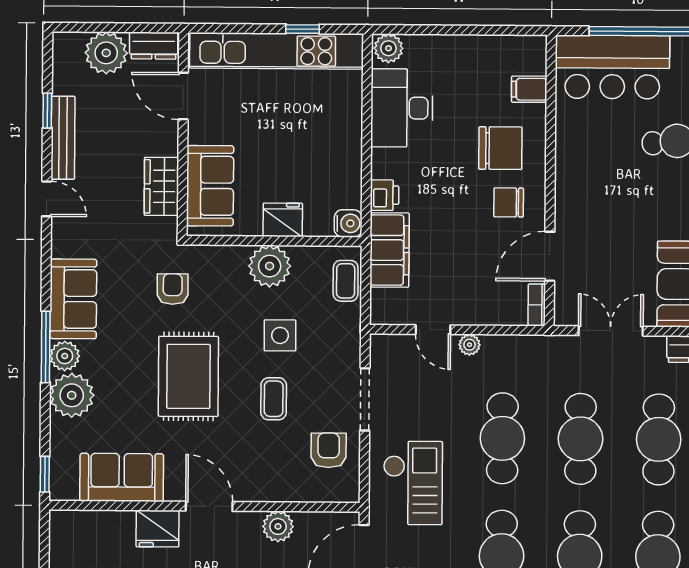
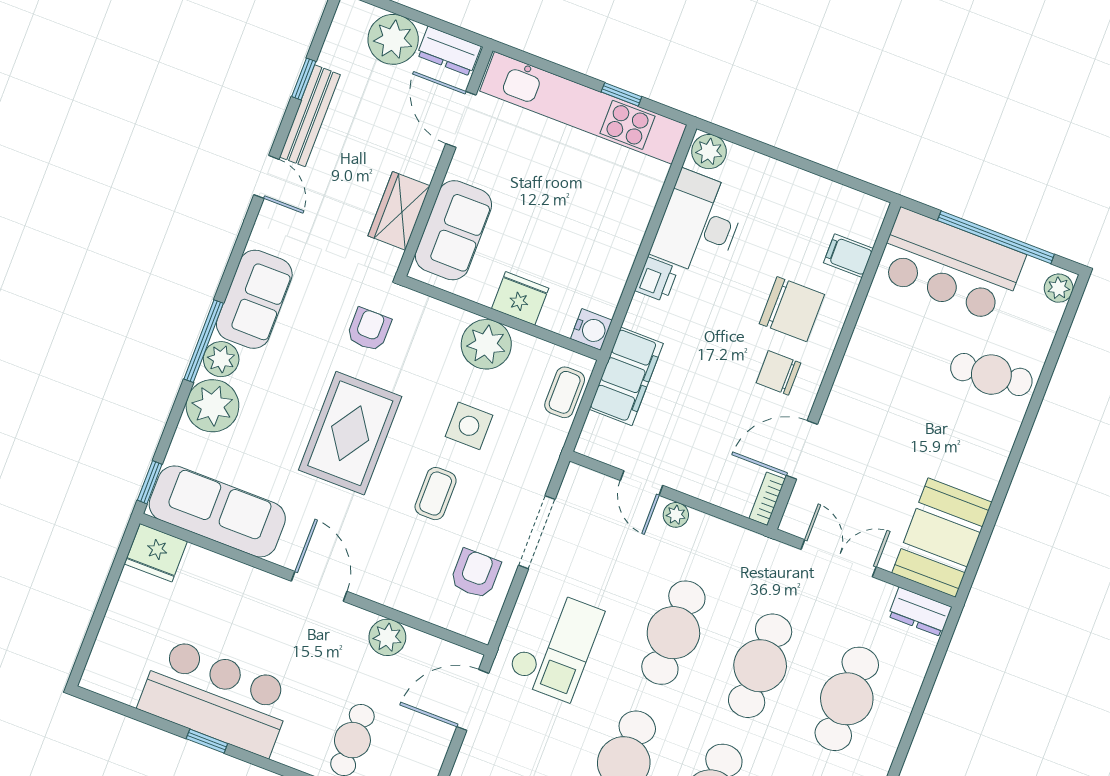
printer: (385, 195) -> (656, 279), moved
sofa: (122, 477) -> (217, 511), width x1.36
fridge: (158, 529) -> (156, 553), moved

